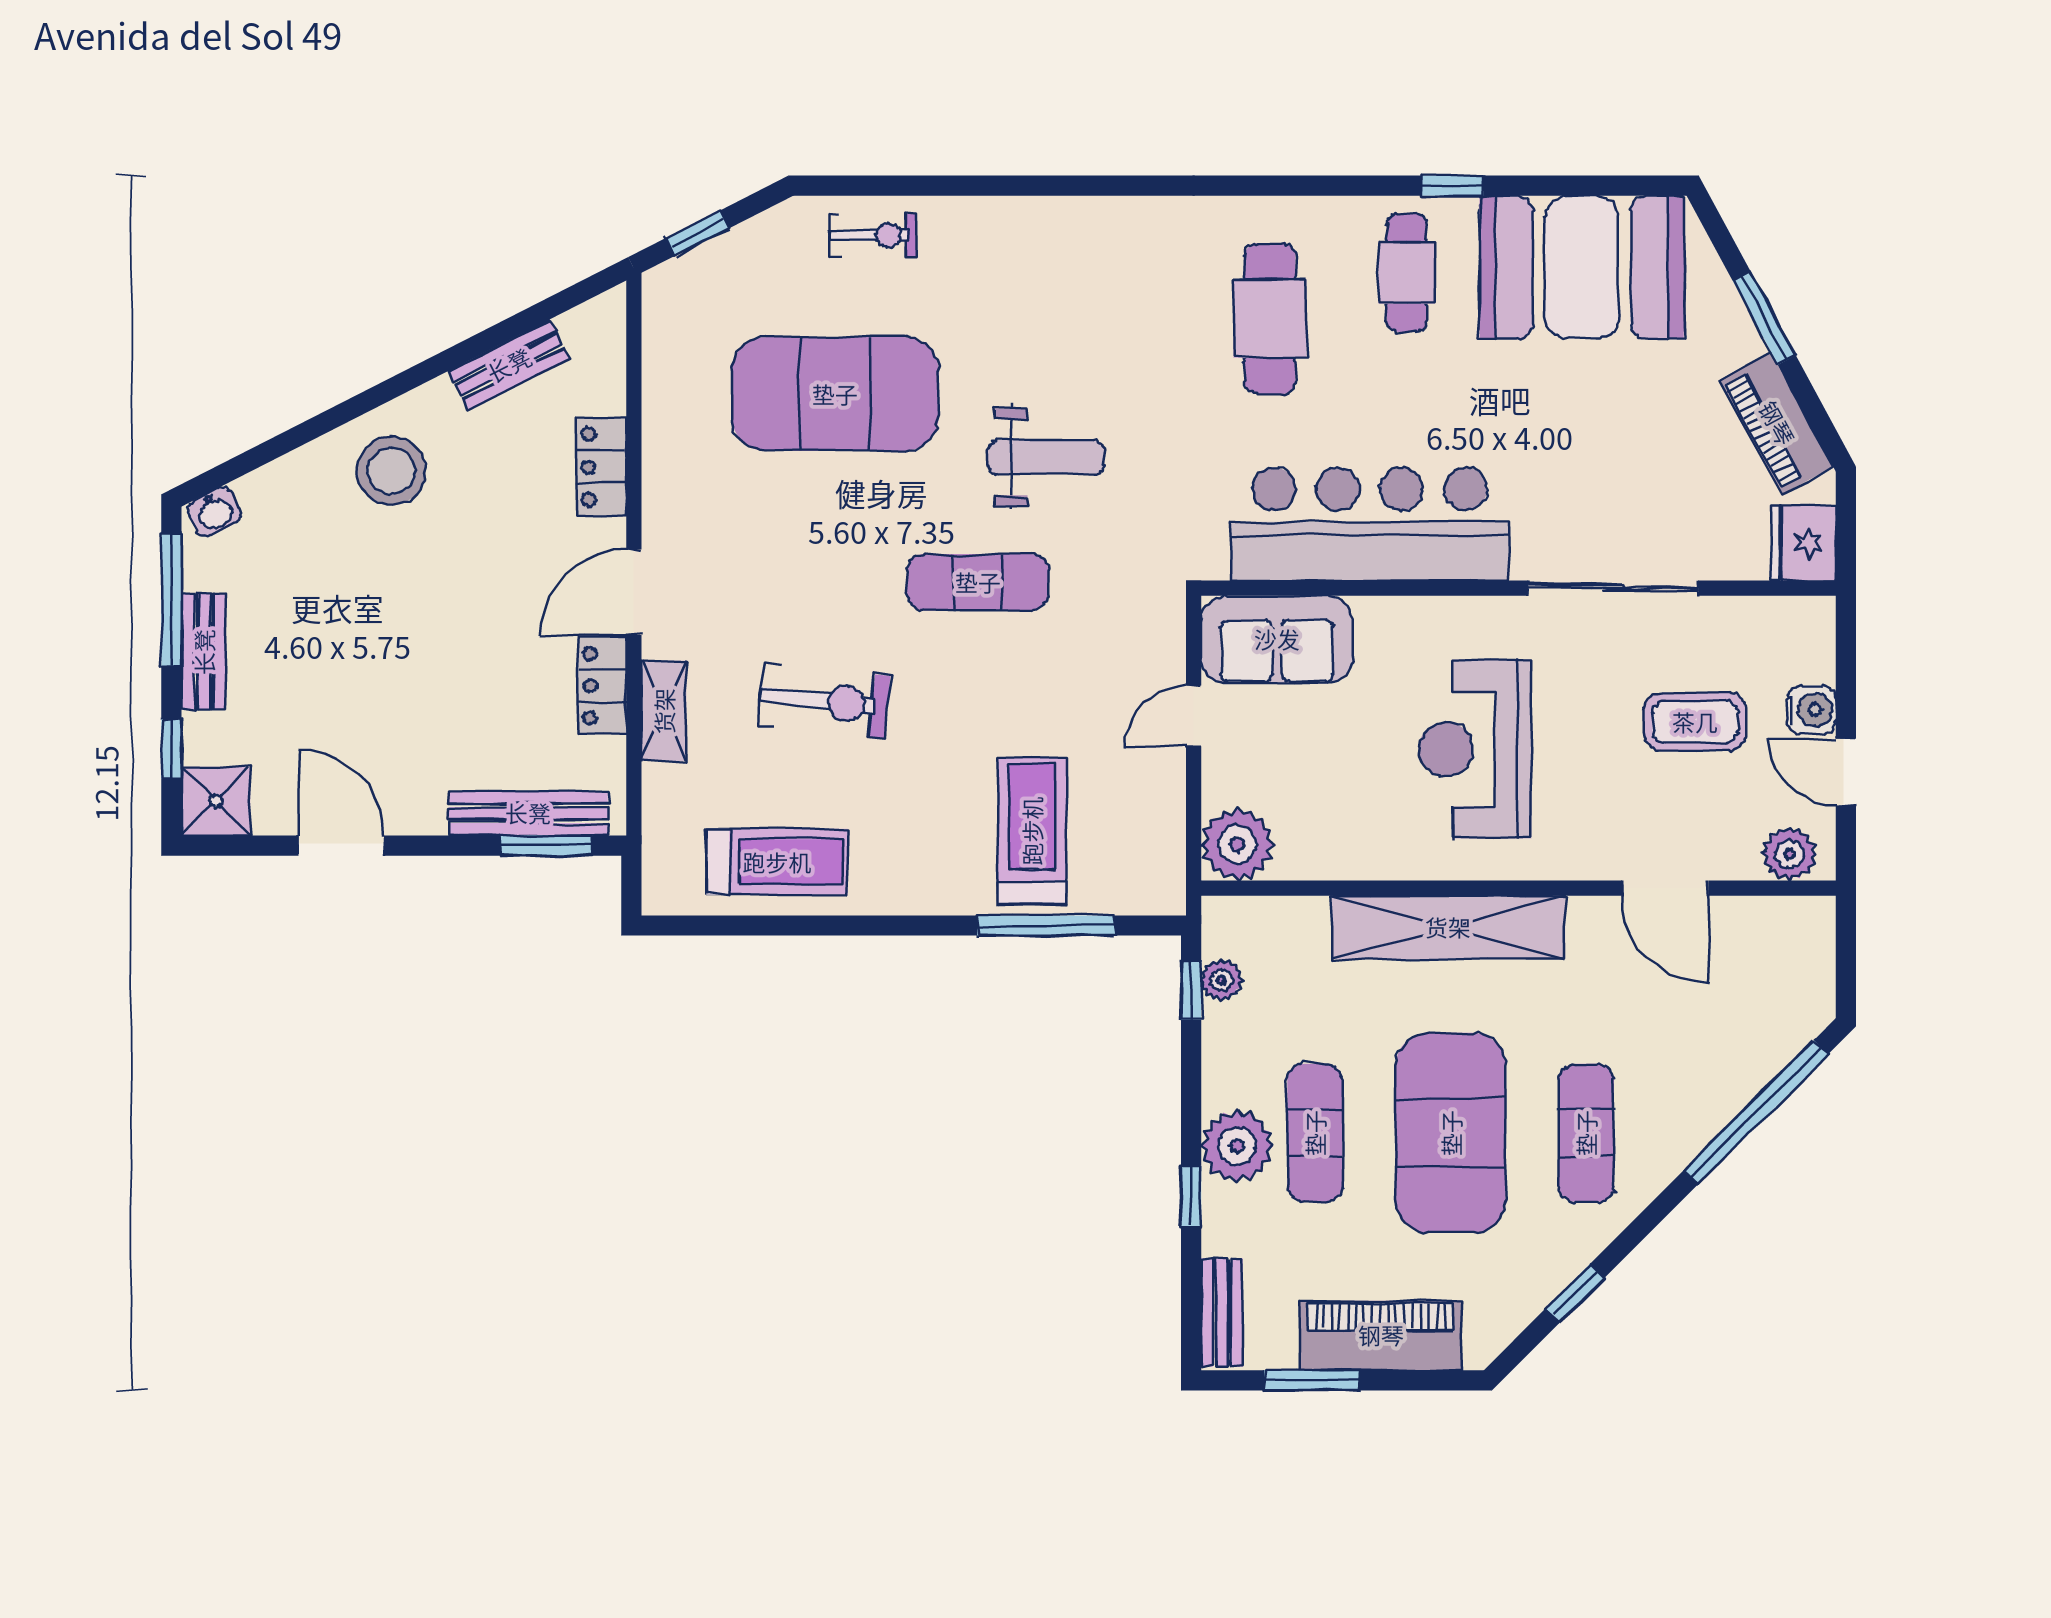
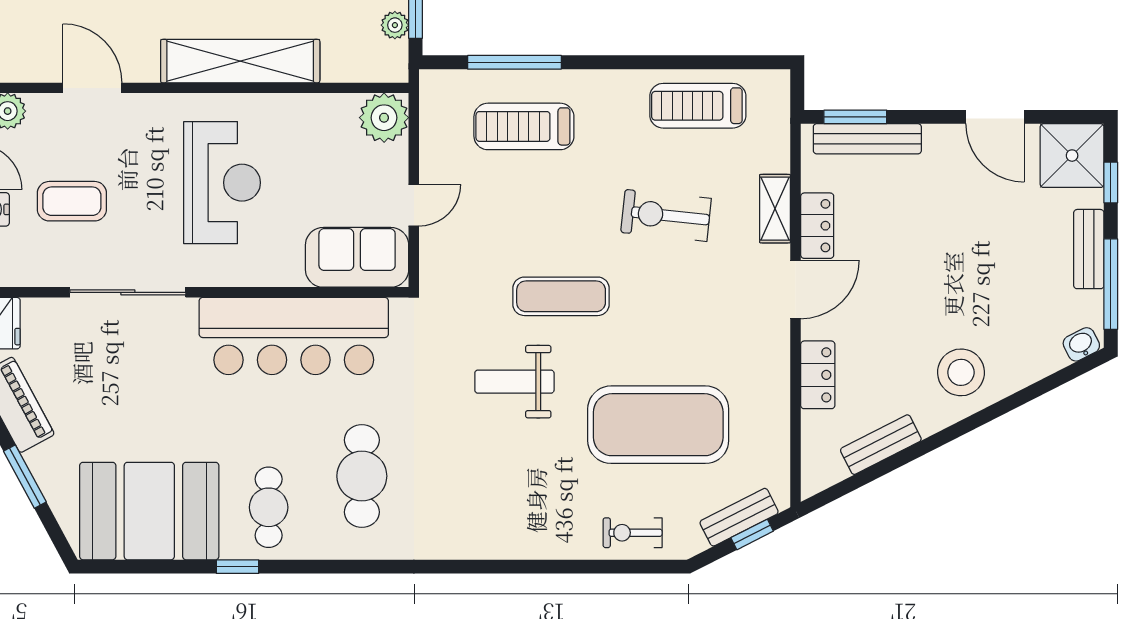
bench: (717, 258) -> (739, 517), added
shower: (216, 801) -> (1072, 156), width x1.36, depth x1.36
treadmill: (1032, 831) -> (524, 126), turned 90

